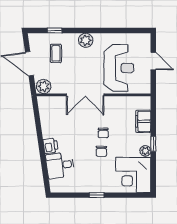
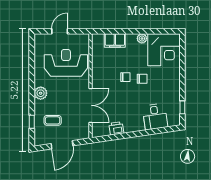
plant: (44, 86) -> (83, 132), removed
double door: (85, 95) -> (91, 105), moved
window: (153, 144) -> (135, 31), removed
printer: (51, 146) -> (116, 128), moved
window: (97, 195) -> (182, 107), moved

